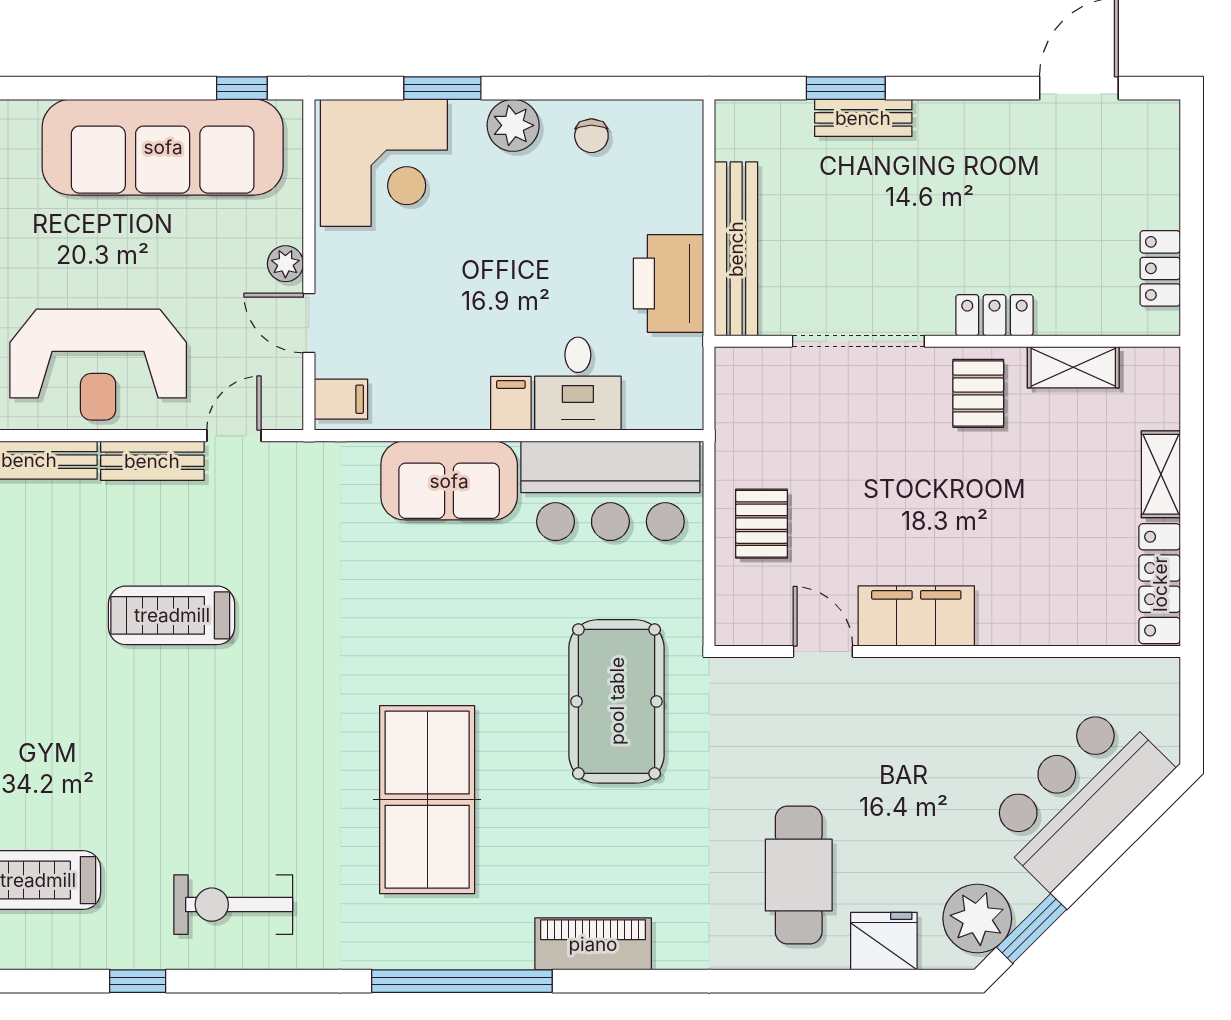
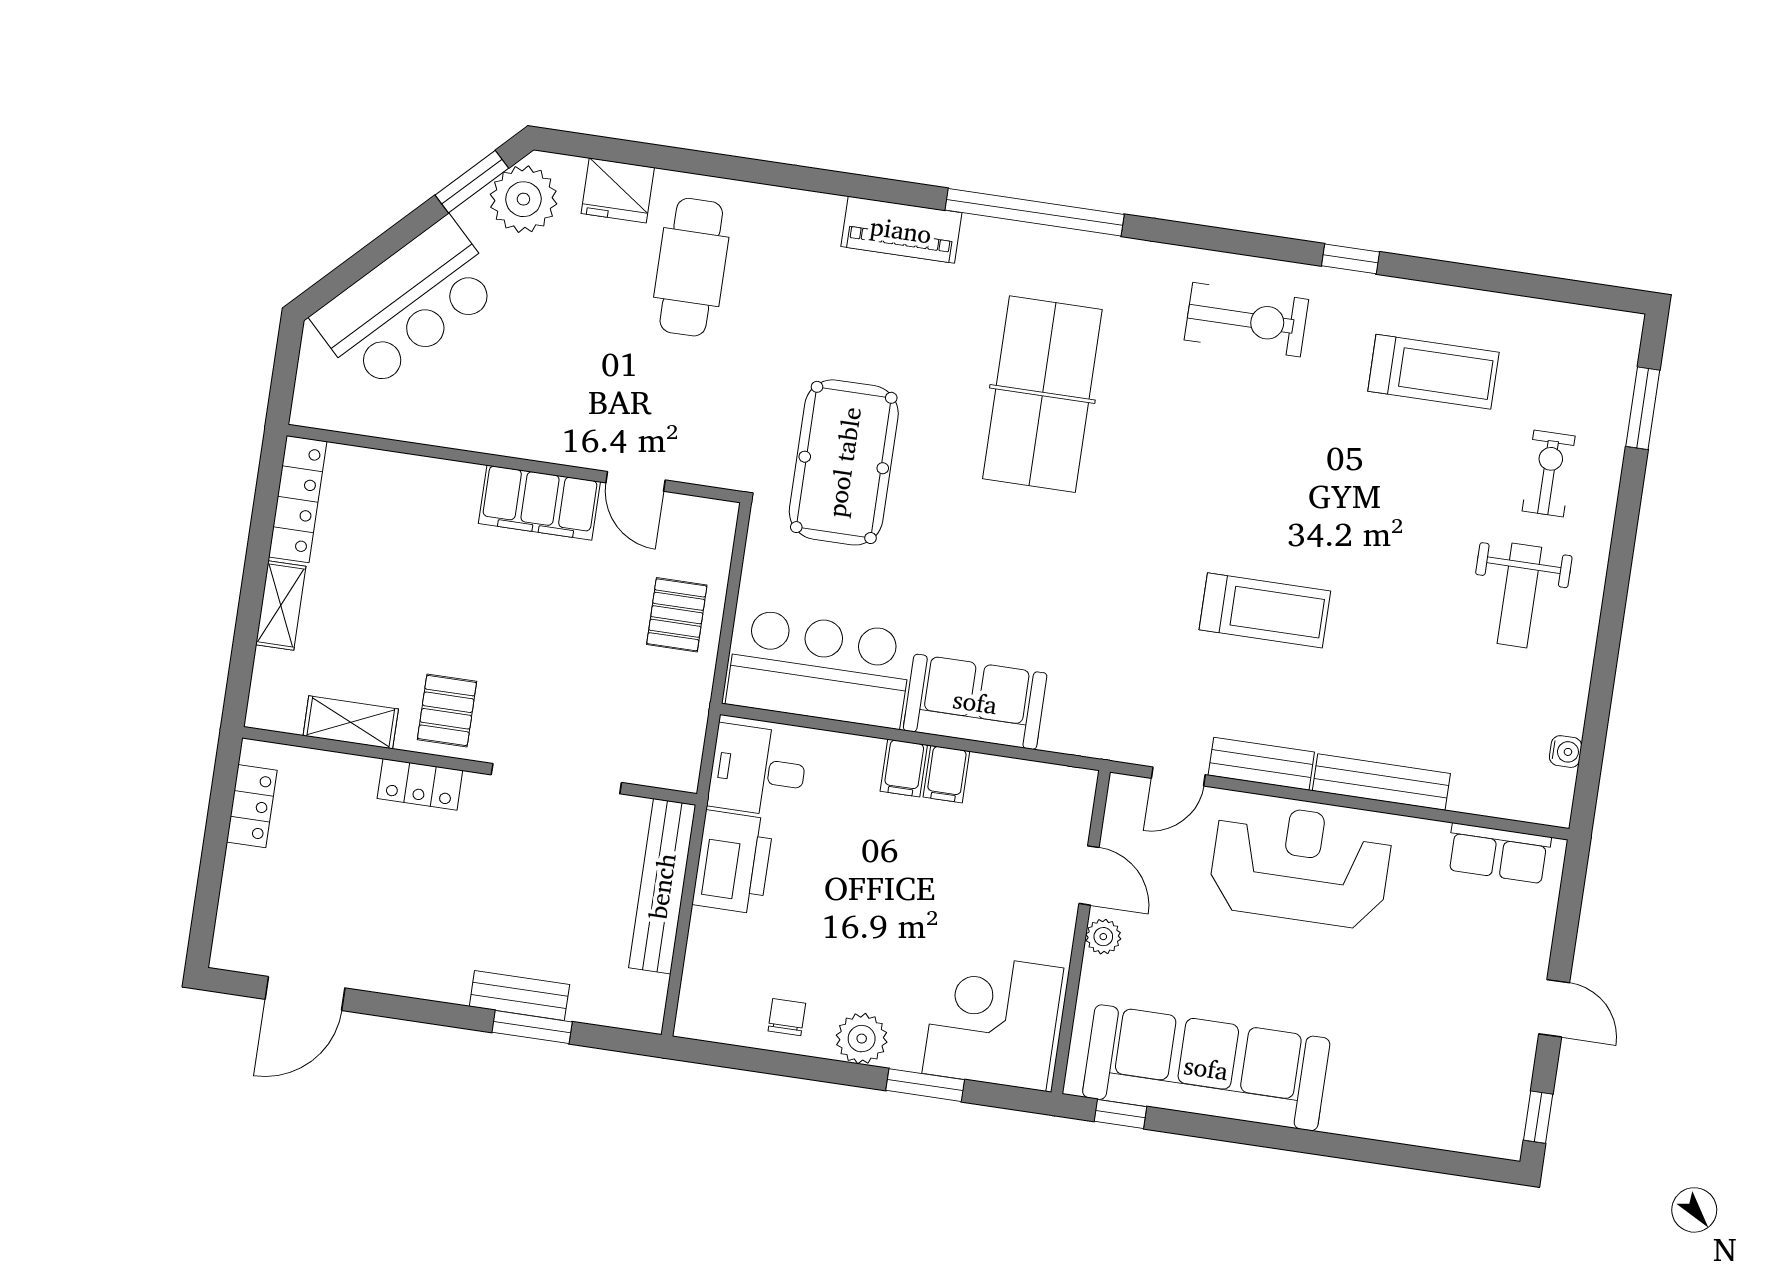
desk: (578, 384) -> (758, 771), moved, turned -90
filing cabinet: (341, 399) -> (946, 774), moved, turned -90

